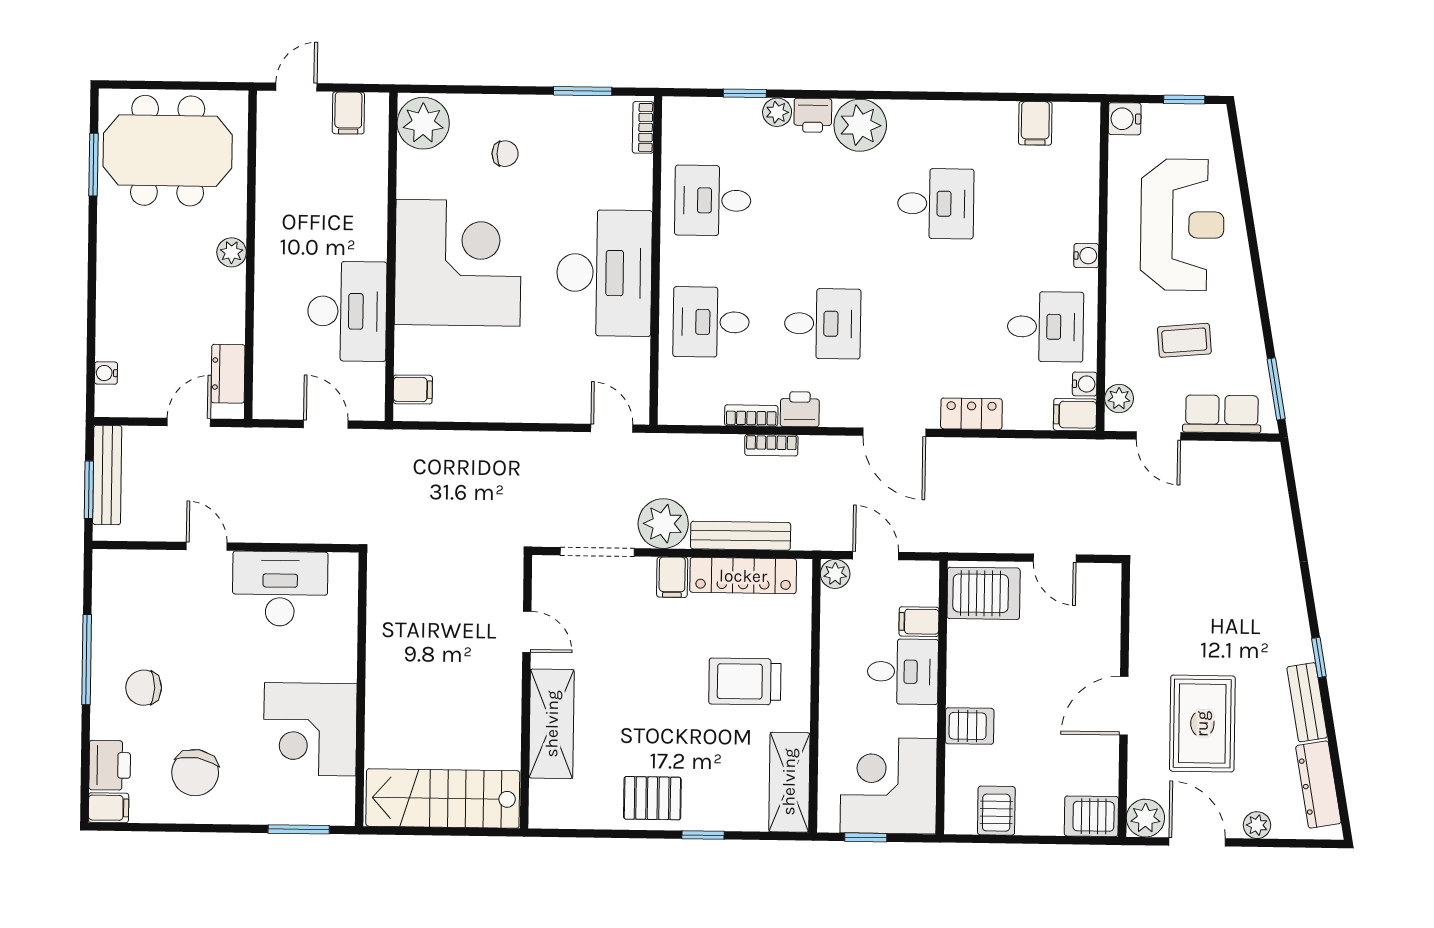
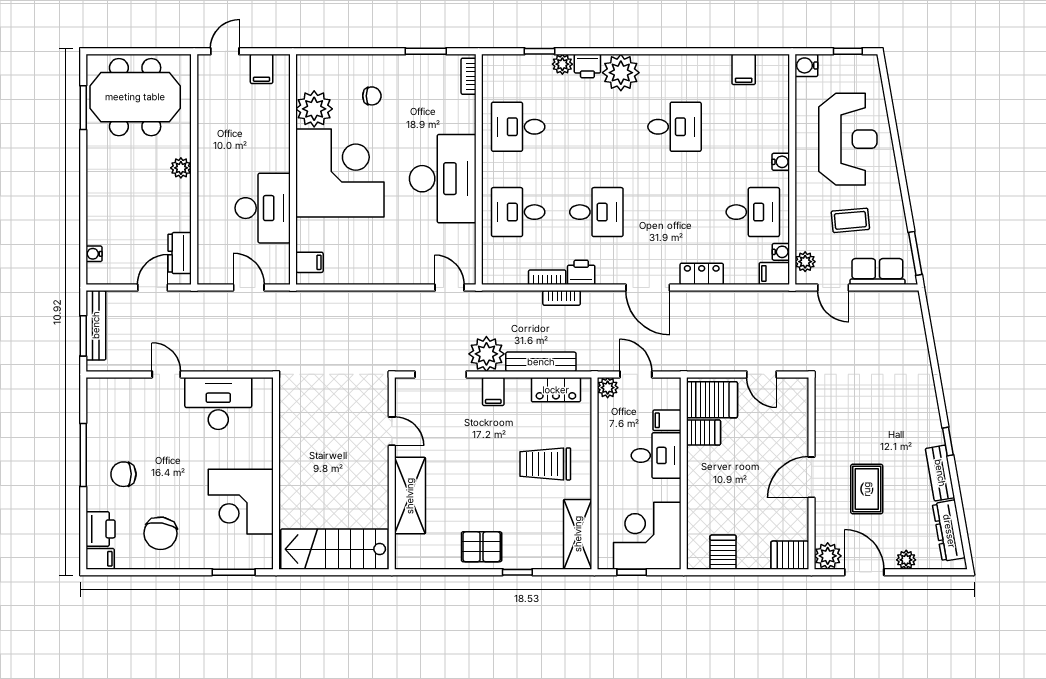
plant: (423, 123) -> (314, 109), moved
locker: (743, 576) -> (556, 390), width x0.66
rug: (1202, 724) -> (867, 489), width x0.73, depth x0.70
server rack: (970, 726) -> (703, 433), moved

